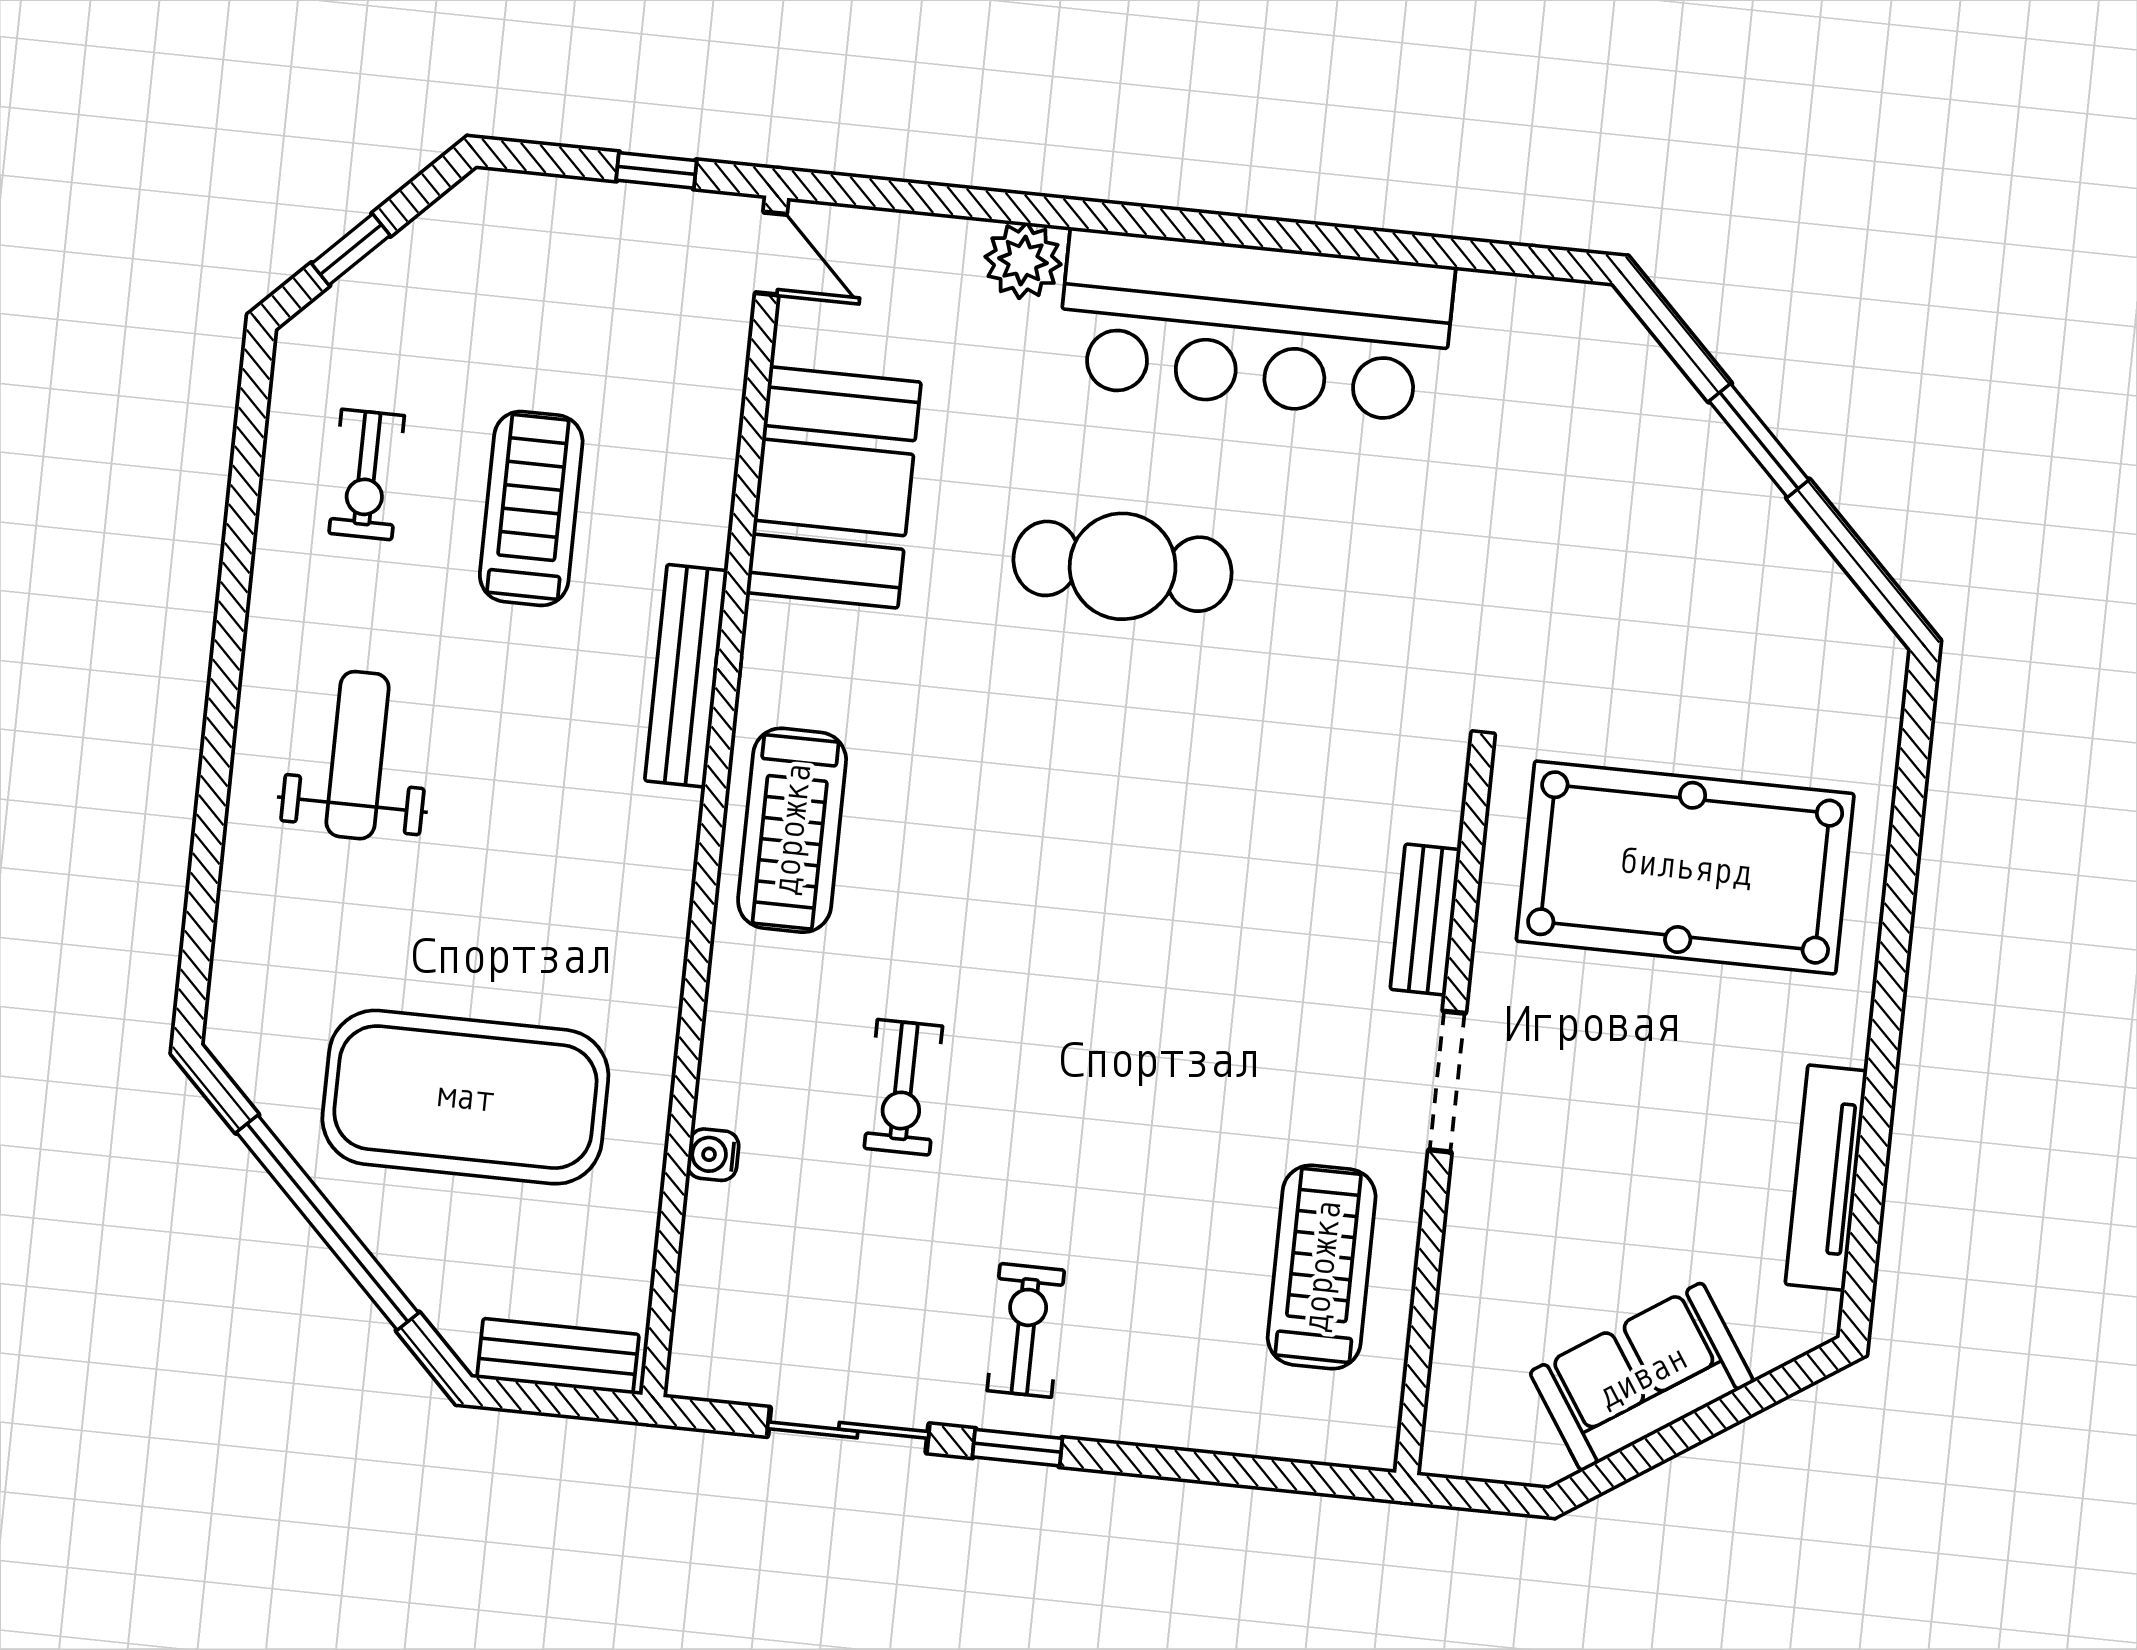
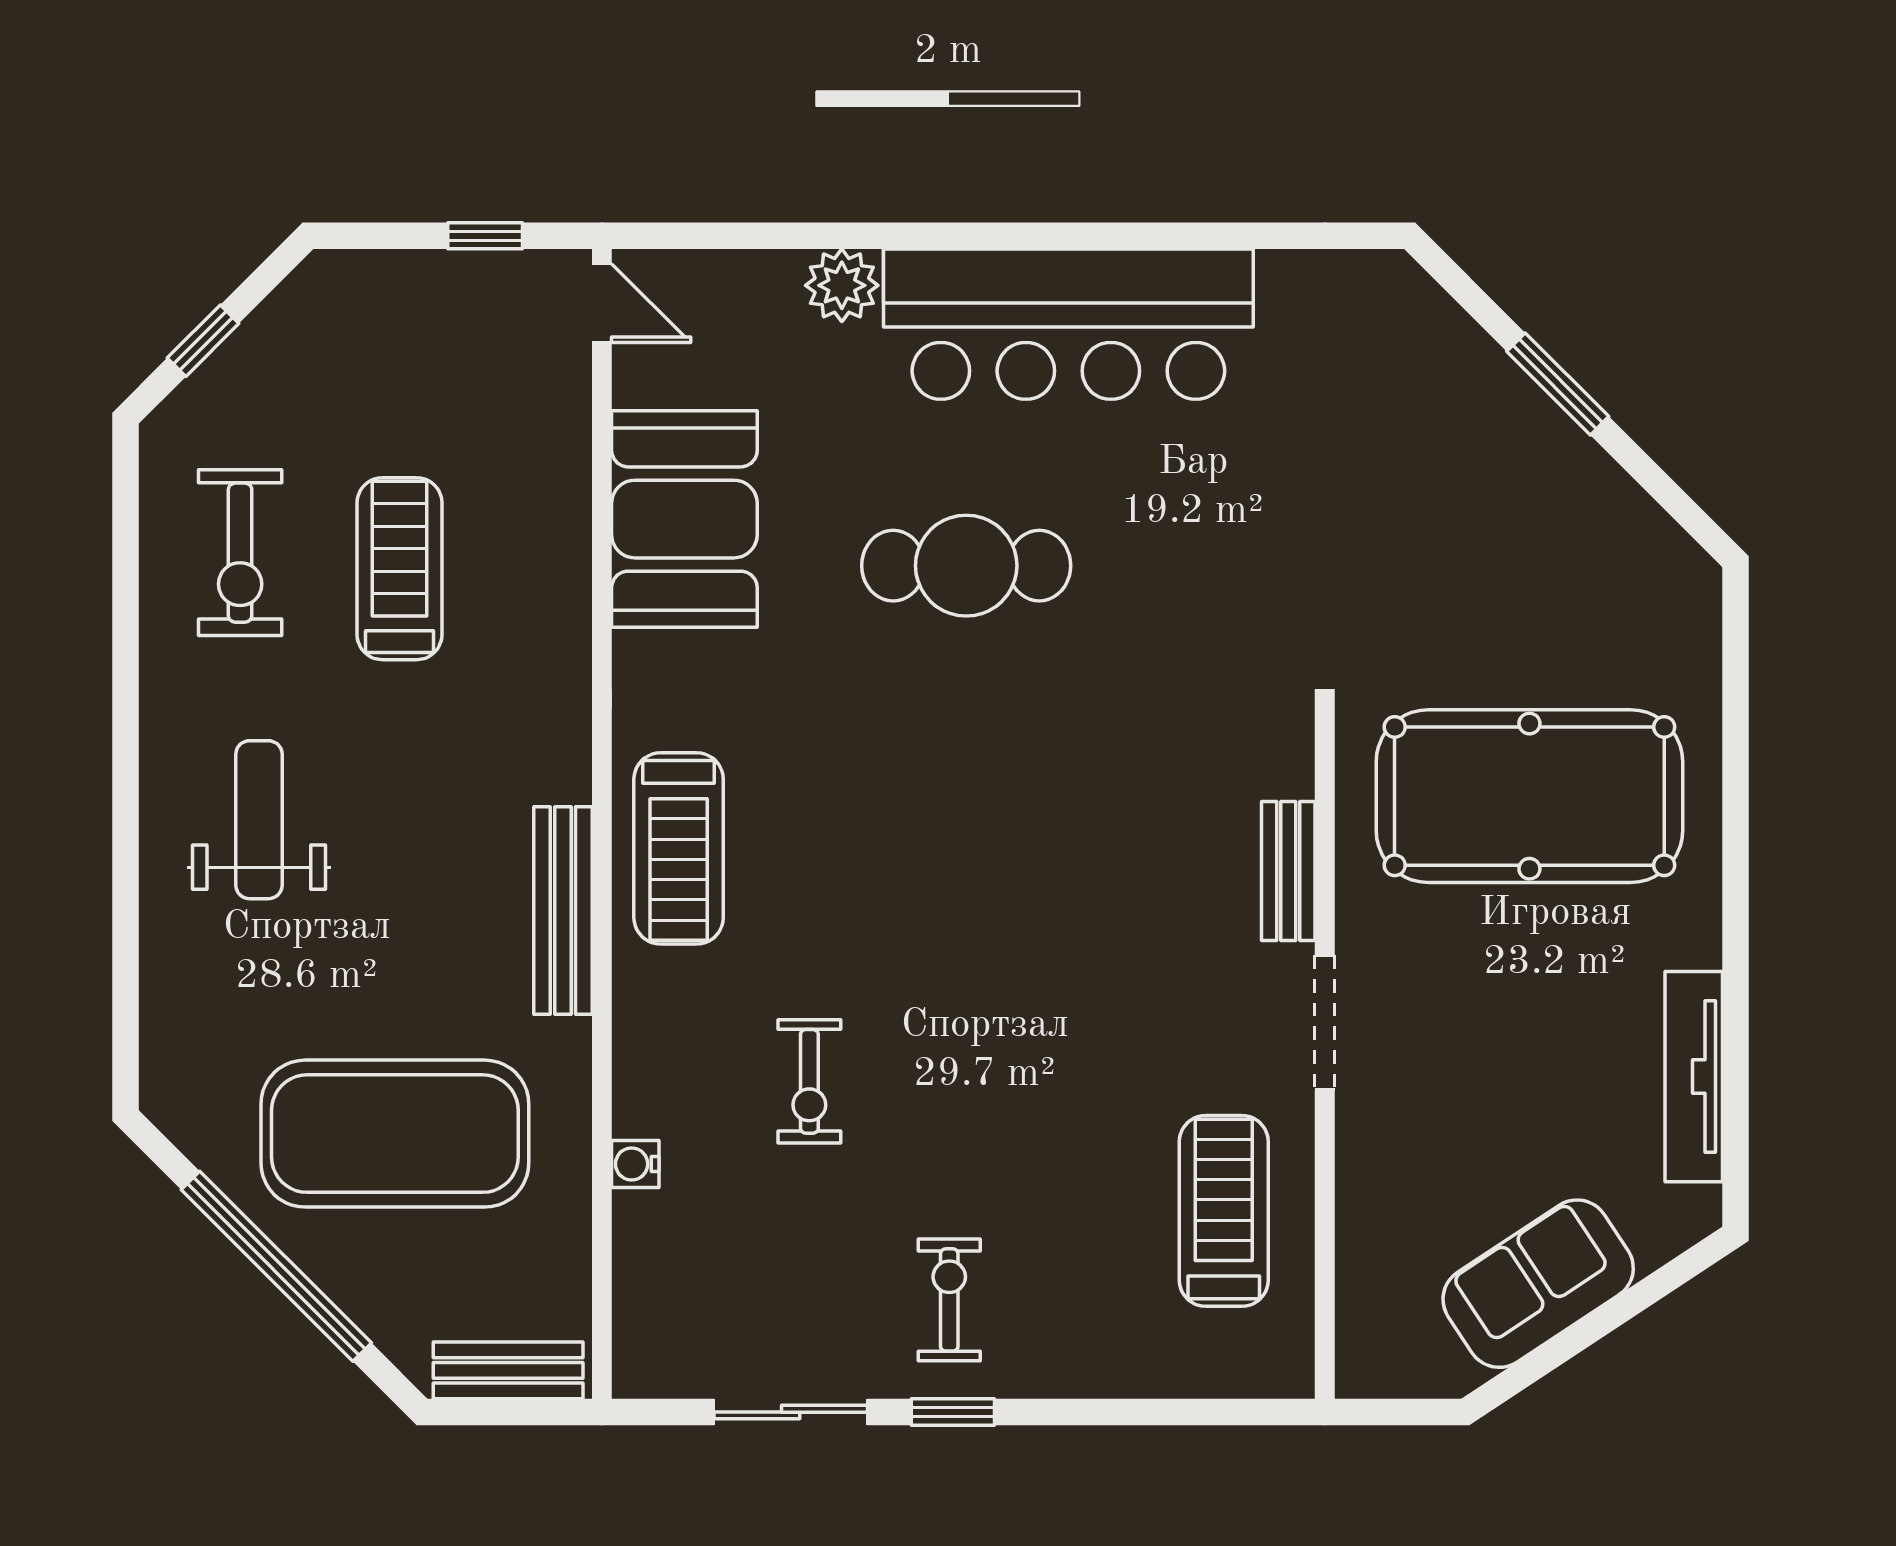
exercise bike: (367, 475) -> (240, 553), width x1.38, depth x1.39
bench: (686, 676) -> (563, 910), moved

